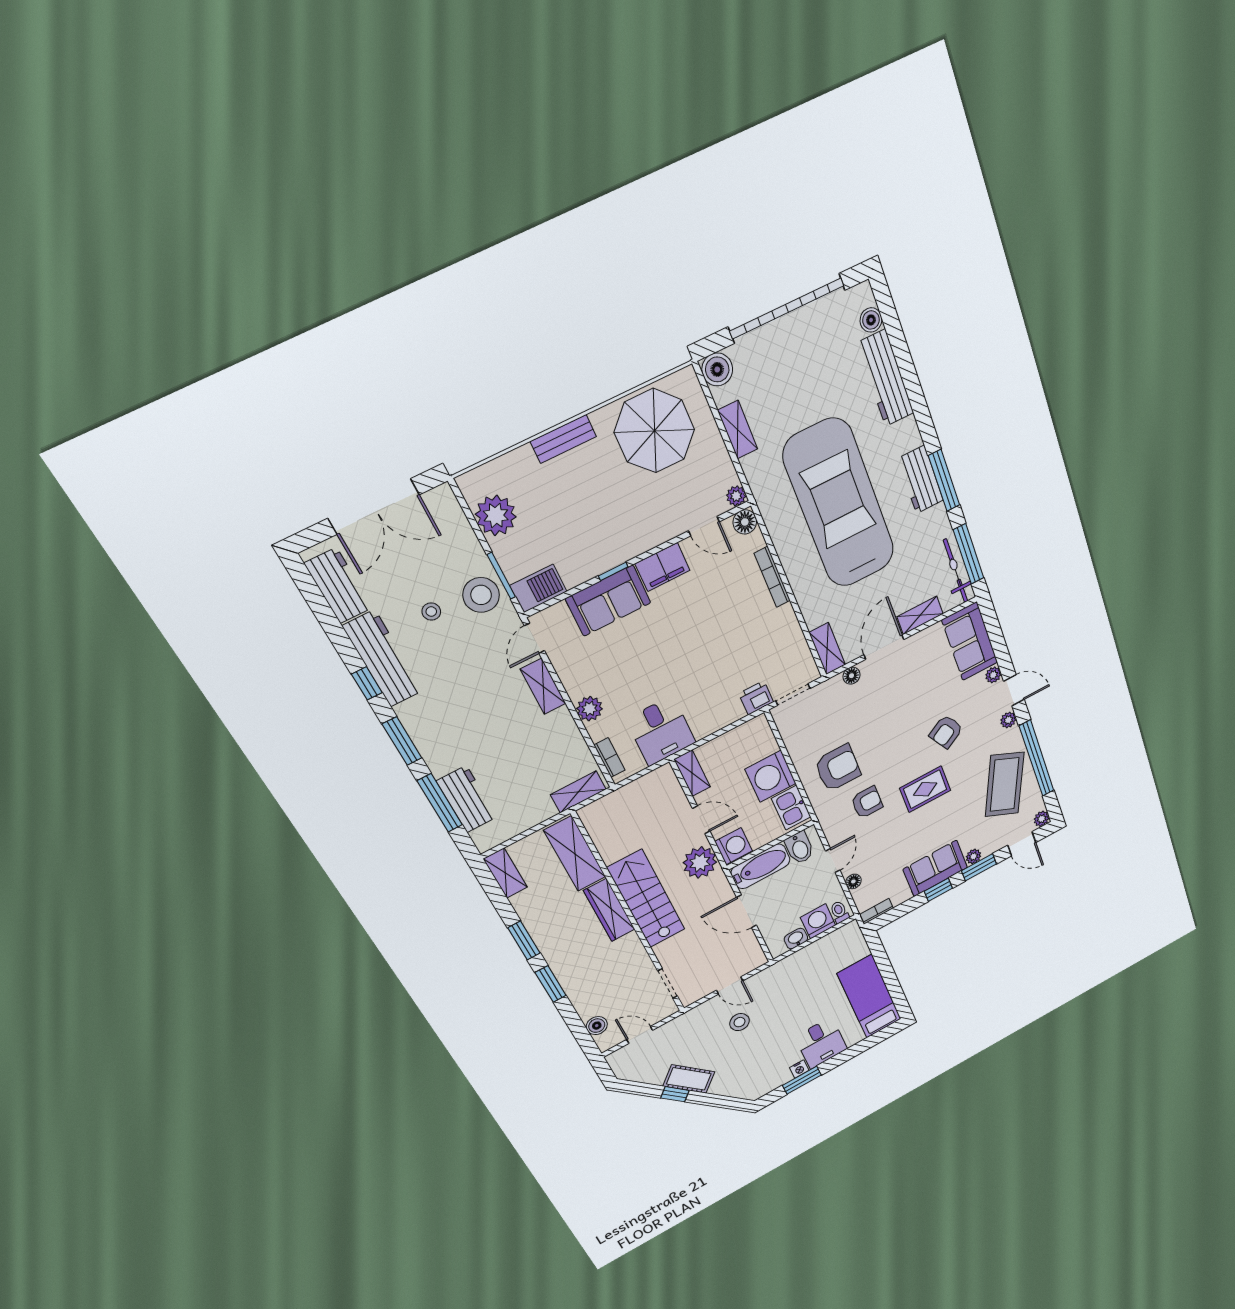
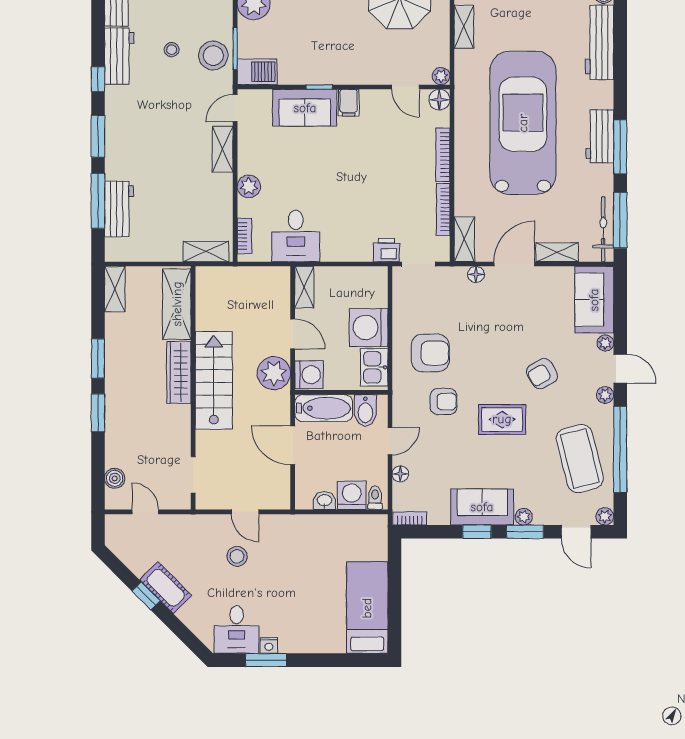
filing cabinet: (663, 567) -> (349, 103), width x0.50
bookcase: (795, 631) -> (443, 209), added
workbench: (383, 659) -> (119, 56), width x0.73
coffee table: (1005, 784) -> (580, 459), turned -38
desk: (821, 1043) -> (237, 630), moved

